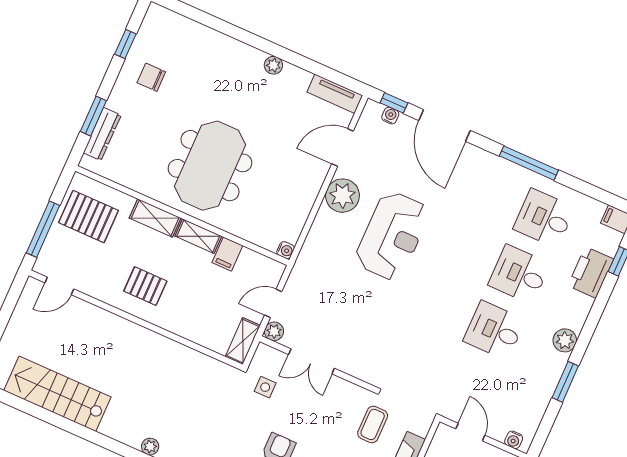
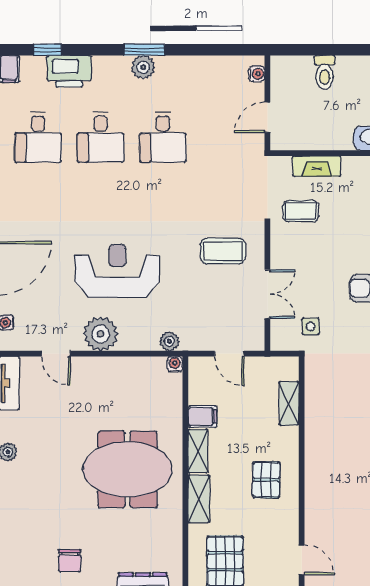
door: (343, 148) -> (56, 354), width x0.73
plant: (274, 331) -> (169, 341), moved
coffee table: (368, 338) -> (223, 251), added
shelving: (243, 341) -> (289, 403), moved, turned 90
window: (565, 382) -> (144, 50), moved

